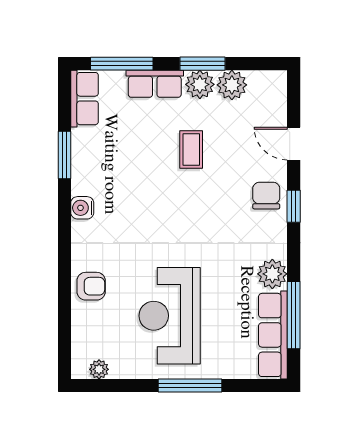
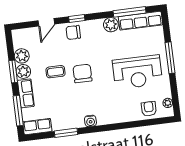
chair: (181, 204) -> (82, 73), added
armchair: (91, 286) -> (149, 109), moved

